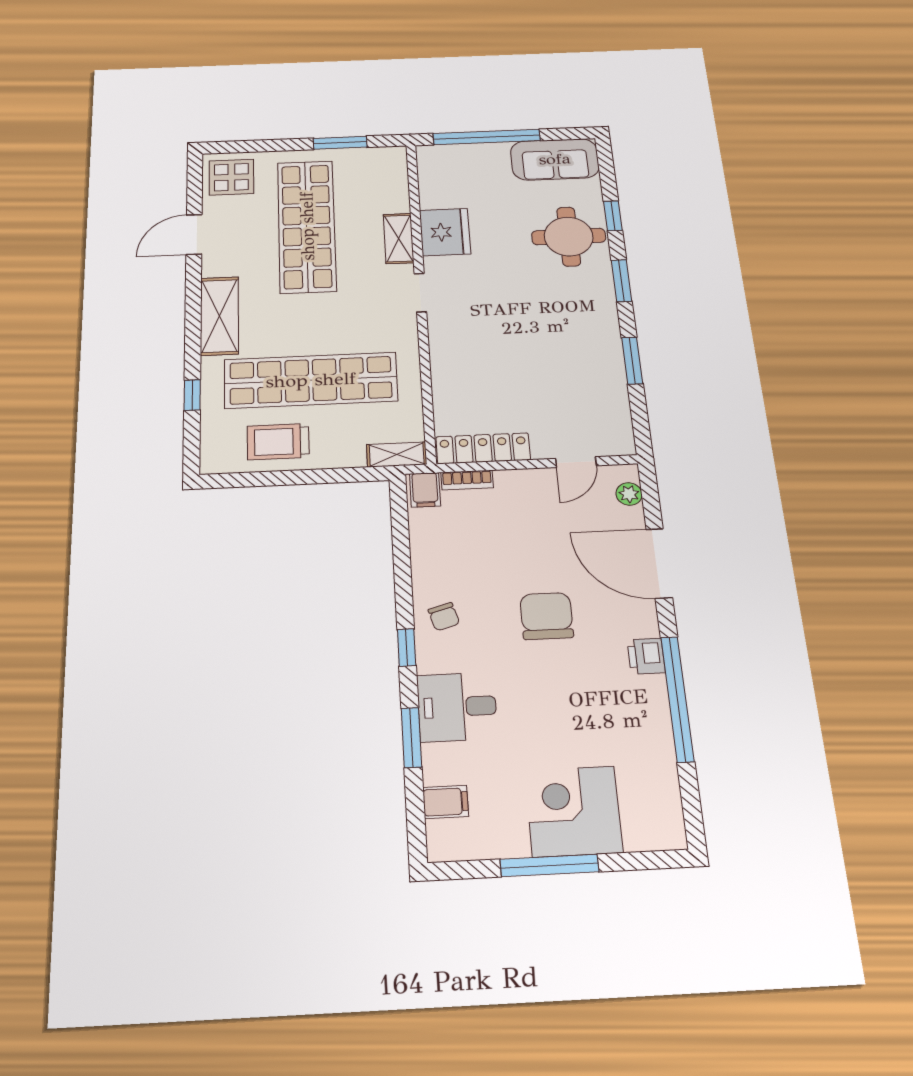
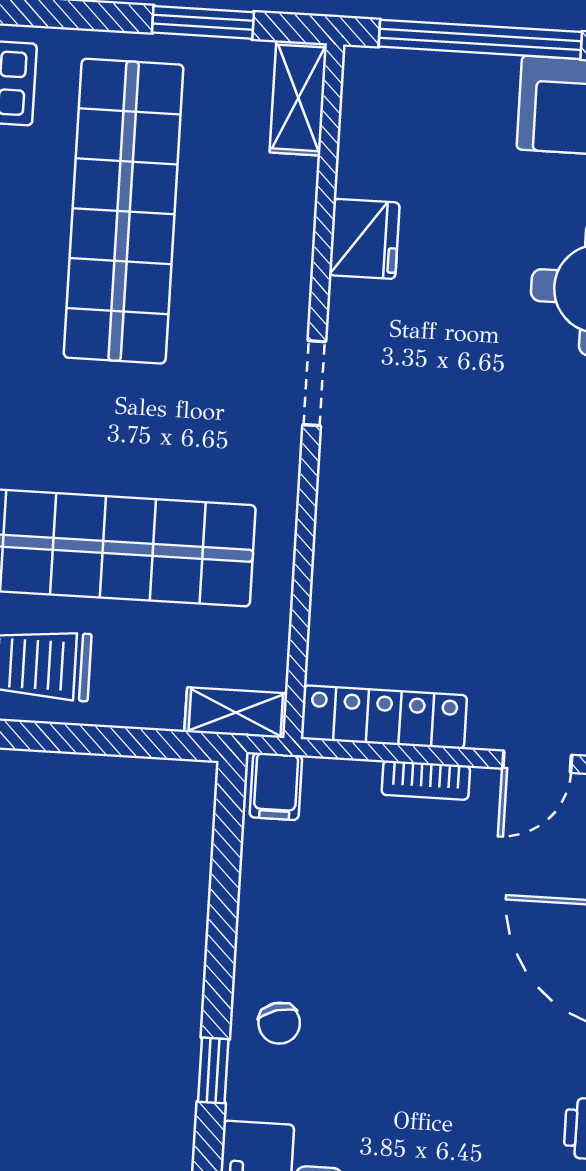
fridge: (445, 232) -> (364, 239), width x0.73, depth x0.75
shelving: (399, 238) -> (298, 98), moved
bookcase: (467, 480) -> (426, 780), moved
chair: (547, 616) -> (445, 1041), removed

